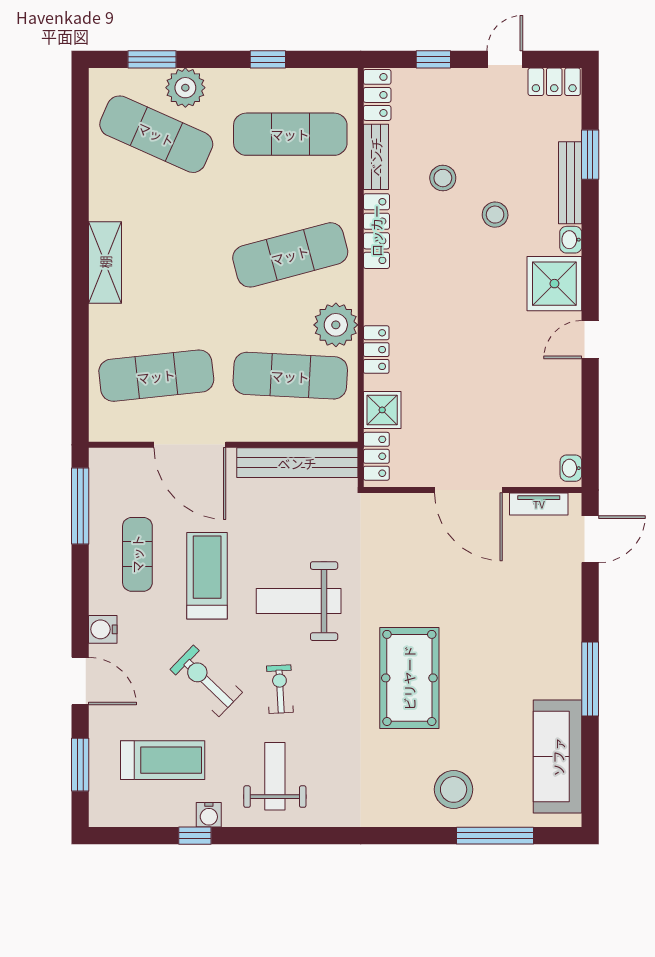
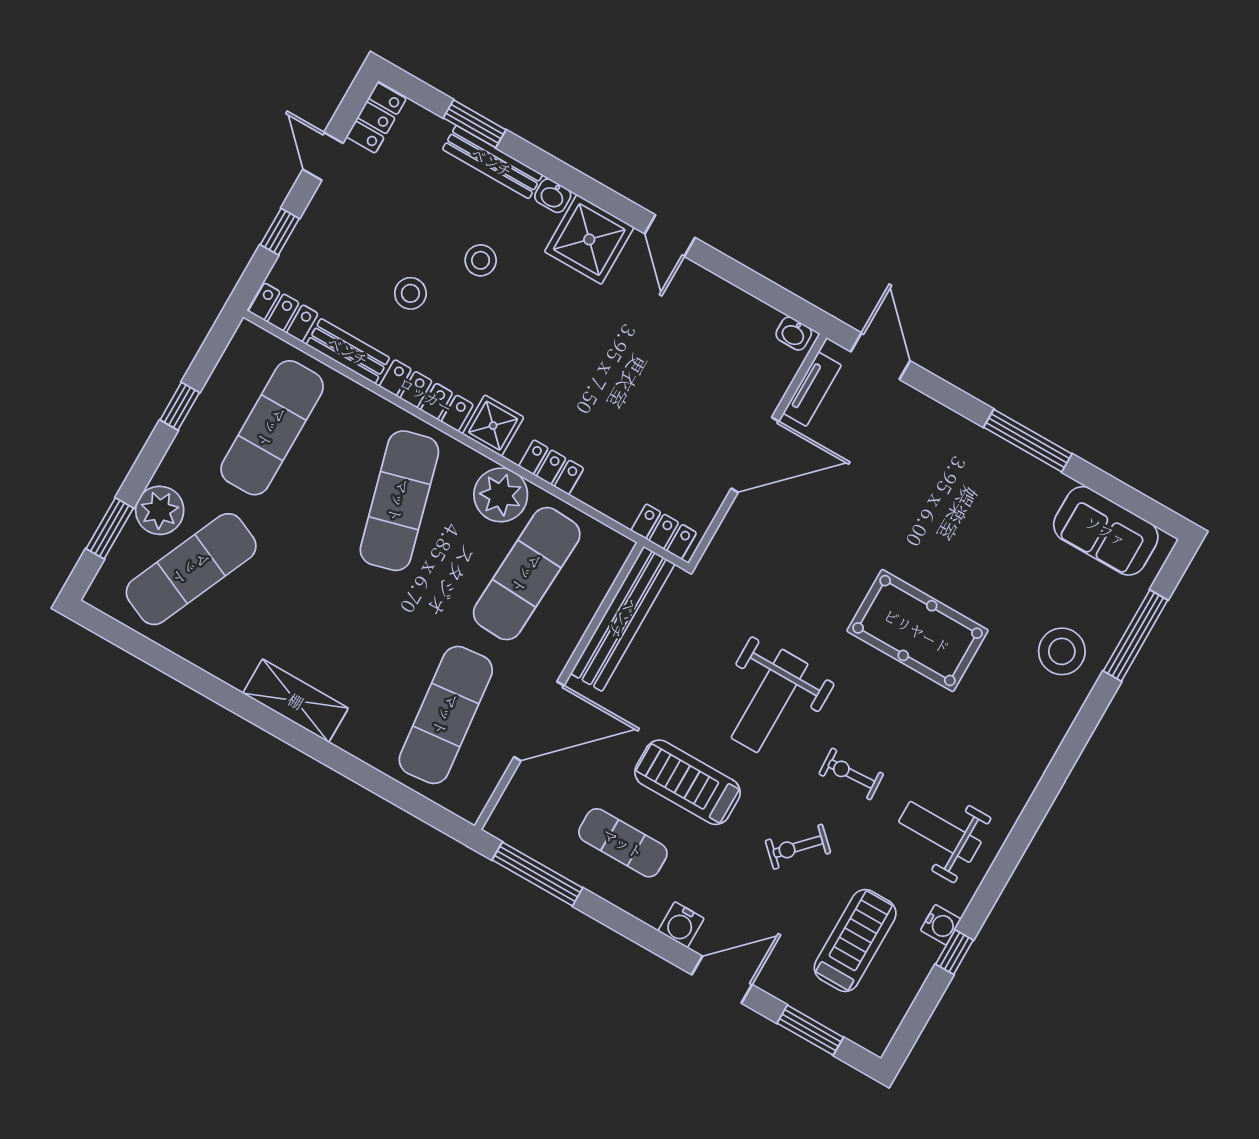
shower: (382, 410) -> (493, 426), moved
exercise bike: (206, 681) -> (798, 847), width x0.73, depth x0.72
sofa: (558, 757) -> (1106, 531), width x0.73

